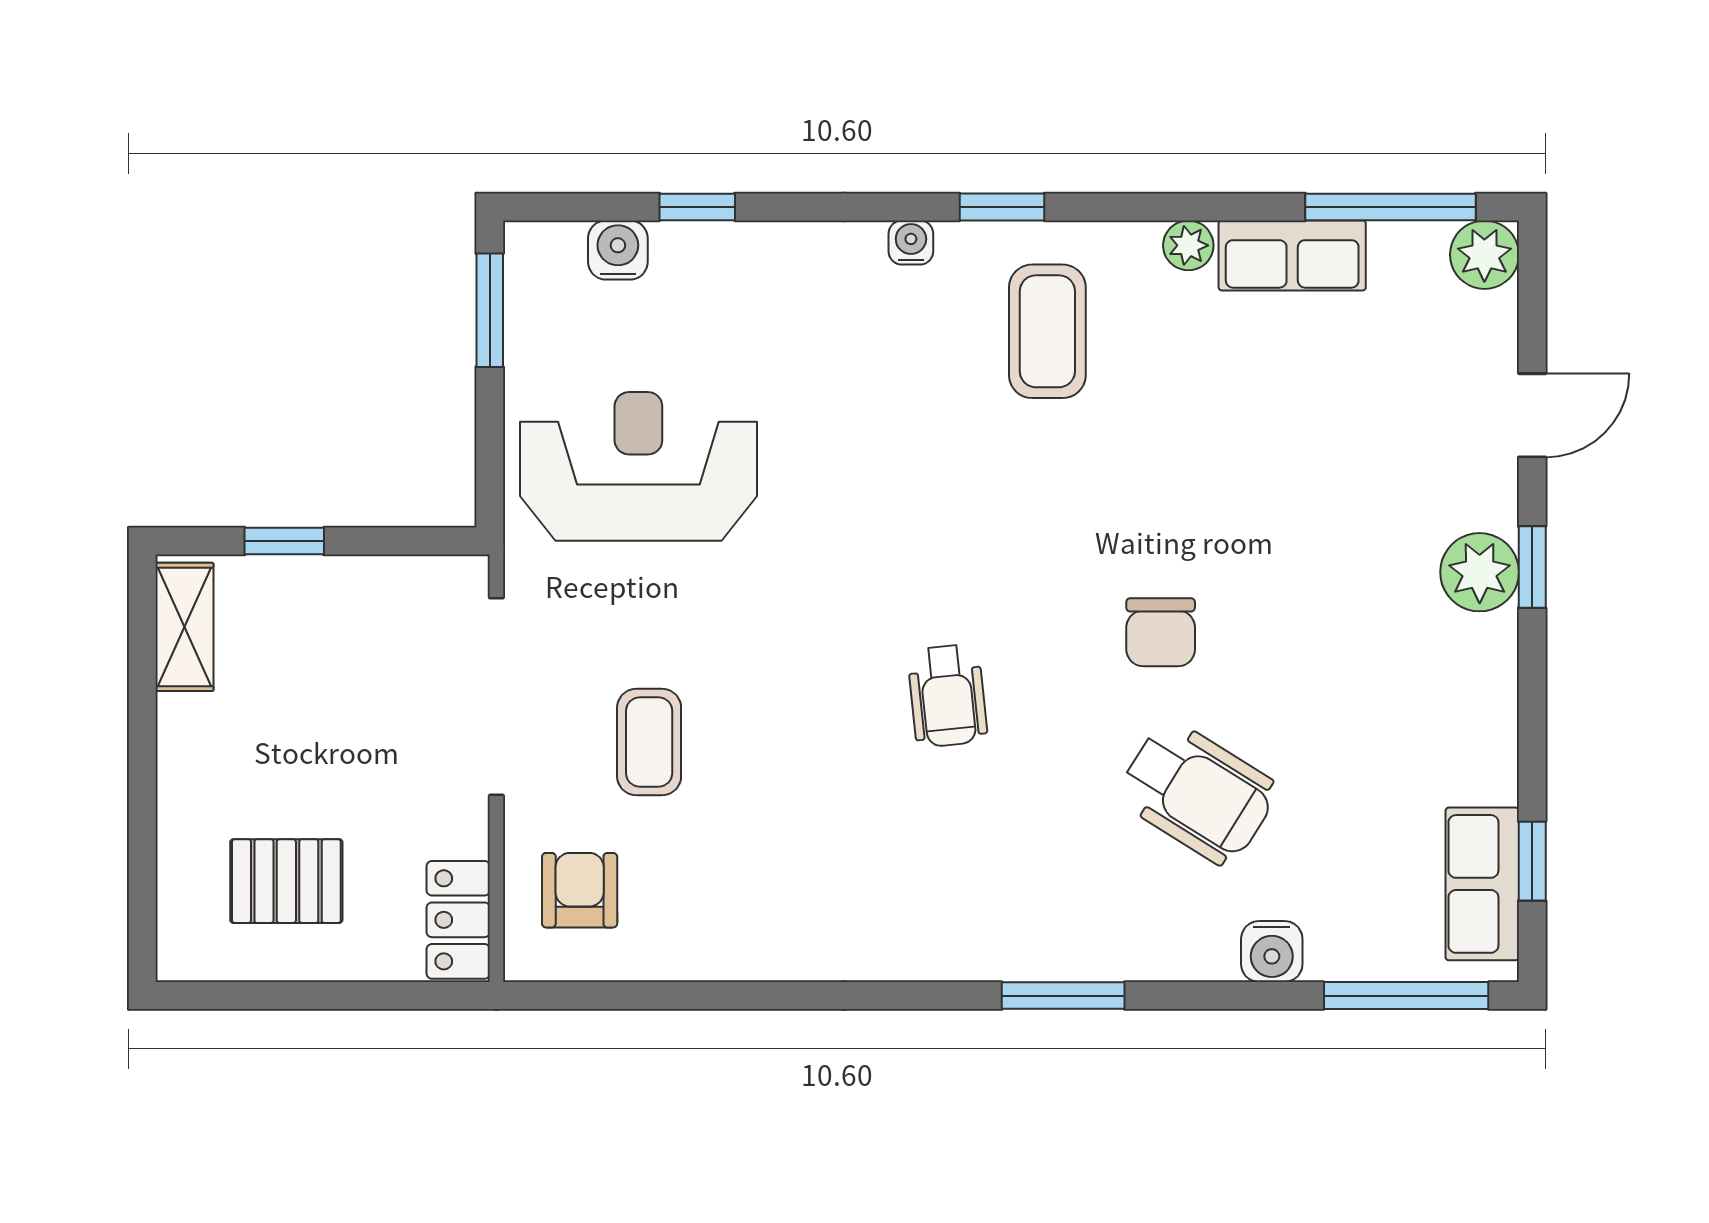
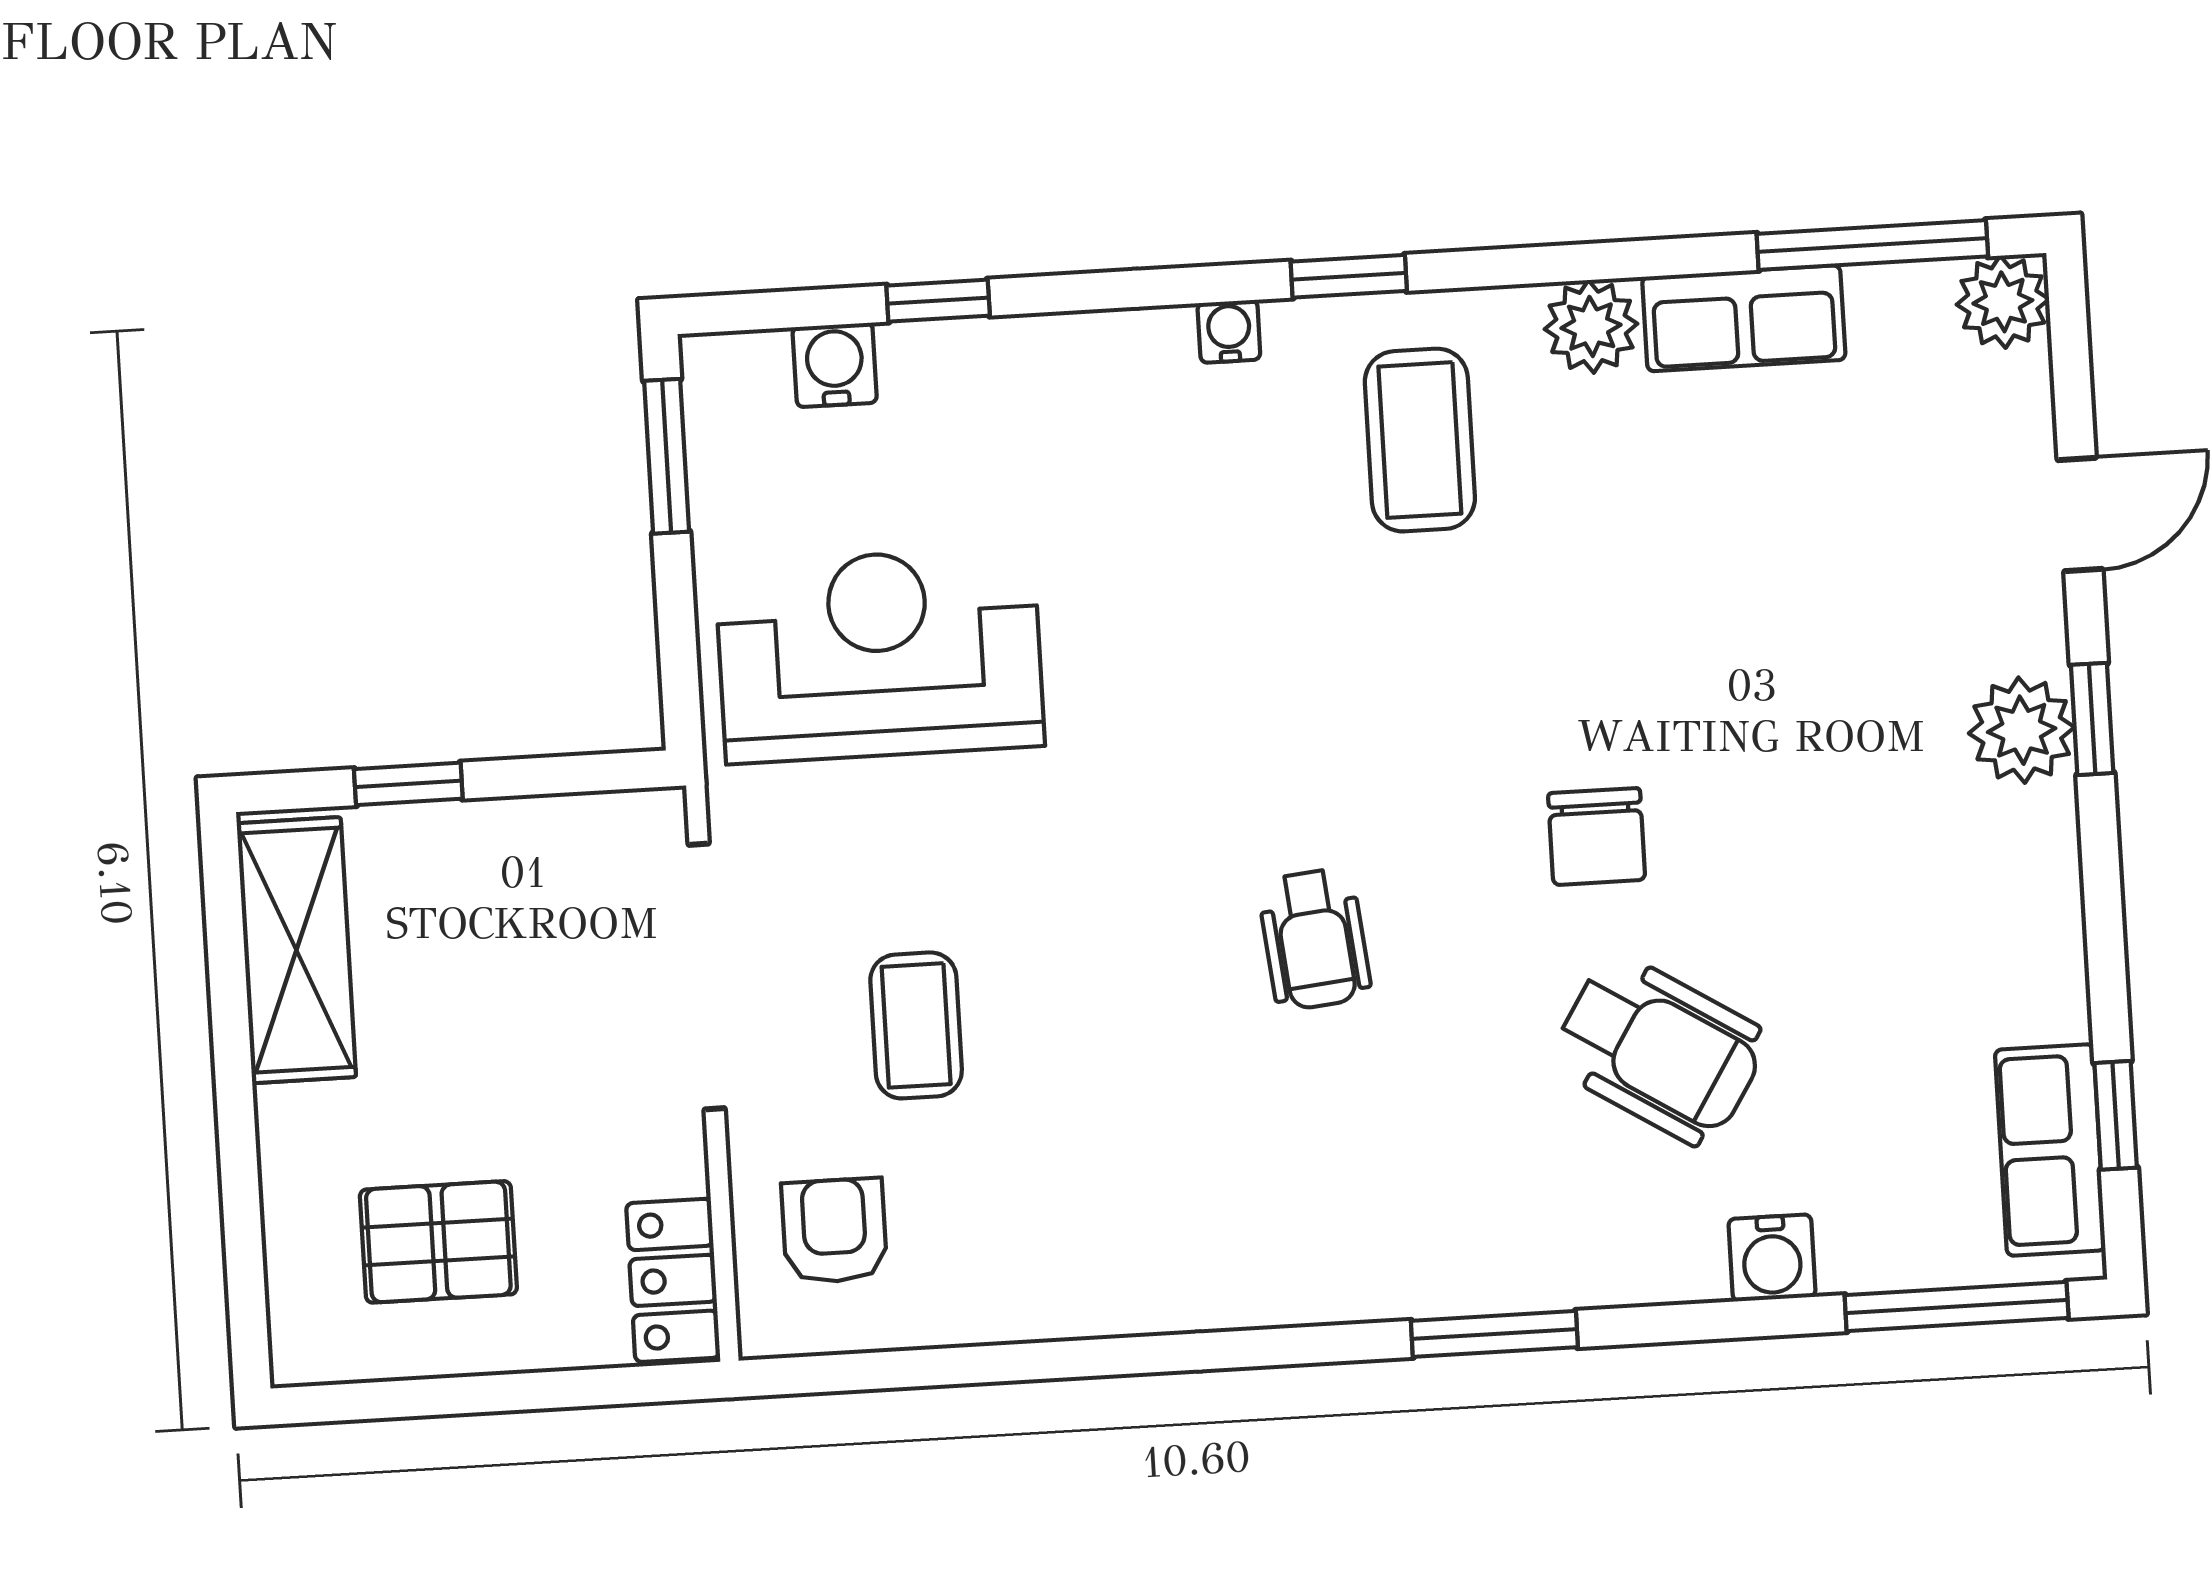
plant: (1188, 245) -> (1591, 326), width x1.38, depth x1.38
shelving: (184, 627) -> (296, 950), width x1.50, depth x1.33

